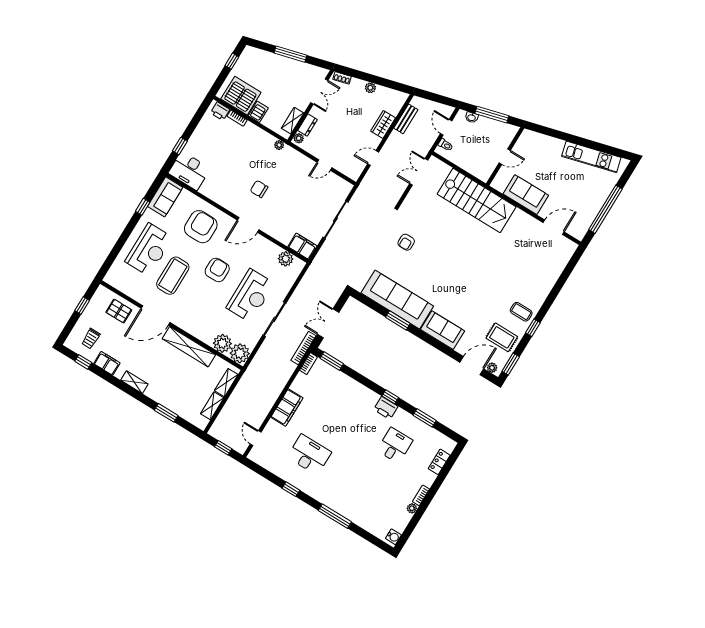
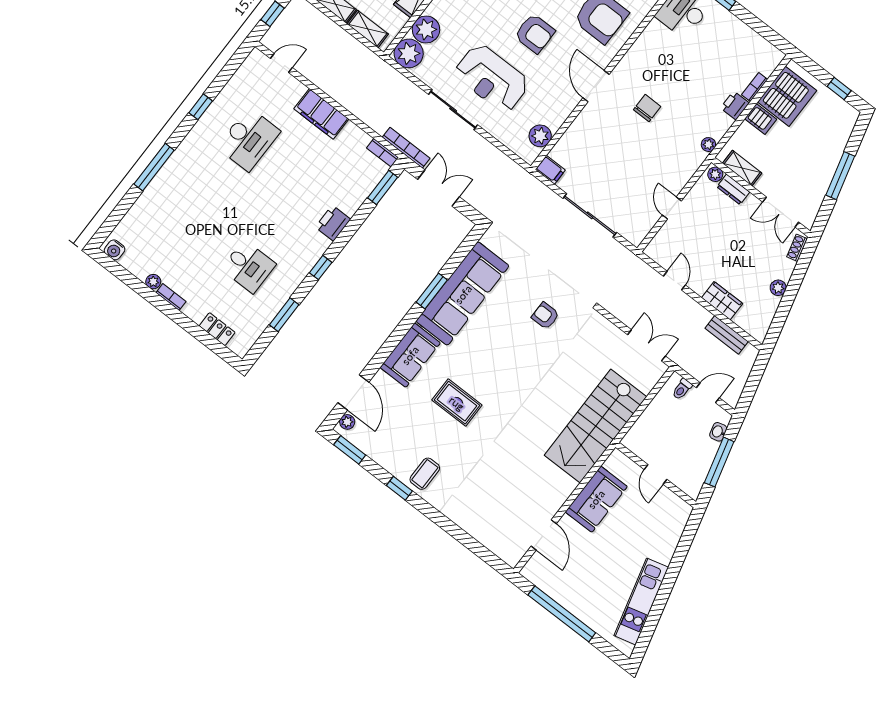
printer: (220, 111) -> (735, 105), moved
filing cabinet: (302, 246) -> (550, 170), width x0.50
rug: (502, 337) -> (457, 403), moved, turned 90
printer: (386, 408) -> (333, 223), moved

